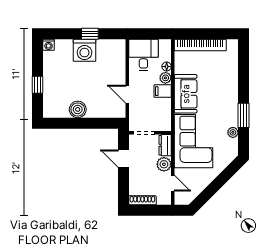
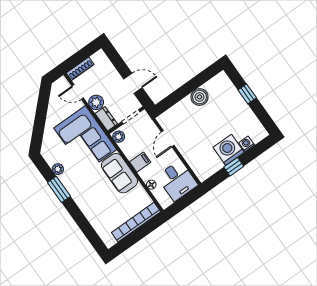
washing machine: (49, 45) -> (247, 144), moved
plant: (165, 78) -> (119, 137), moved
door: (127, 94) -> (168, 139), swing flipped
shoe rack: (142, 200) -> (80, 69), moved

